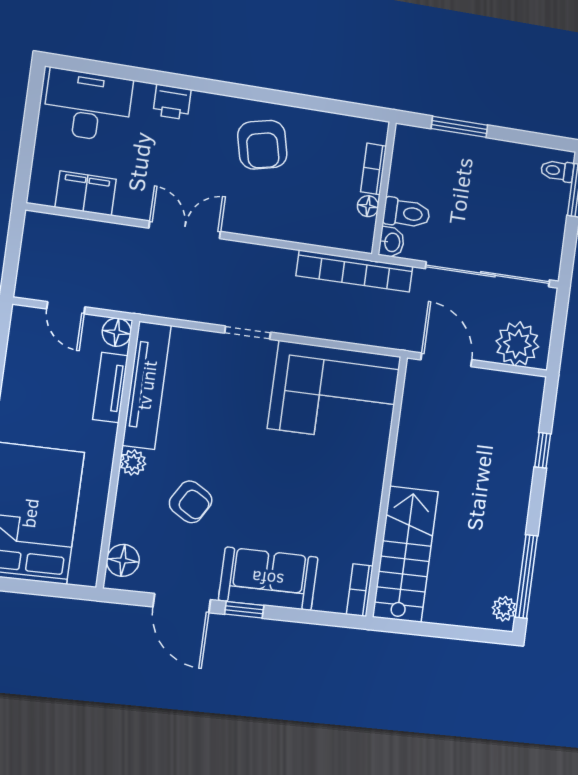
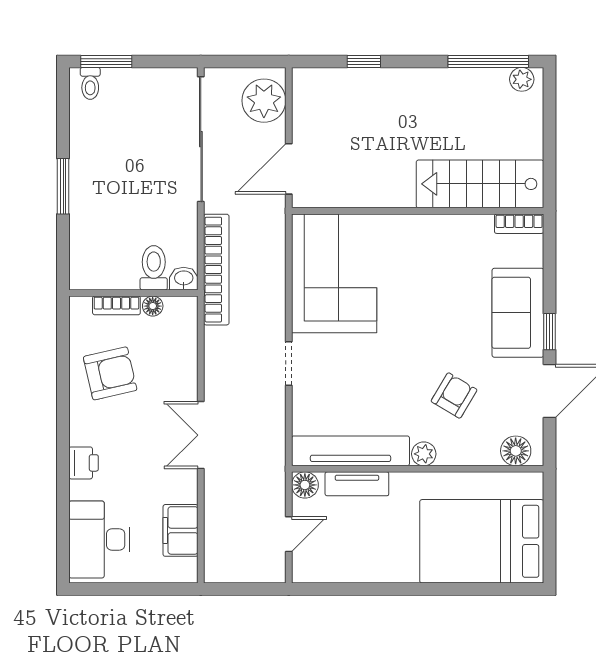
bookcase: (374, 169) -> (116, 305), moved
wall: (384, 188) -> (133, 293), moved
floor lamp: (368, 206) -> (153, 306), moved
toilet: (407, 213) -> (154, 268), moved
washbasin: (392, 242) -> (184, 279), moved

